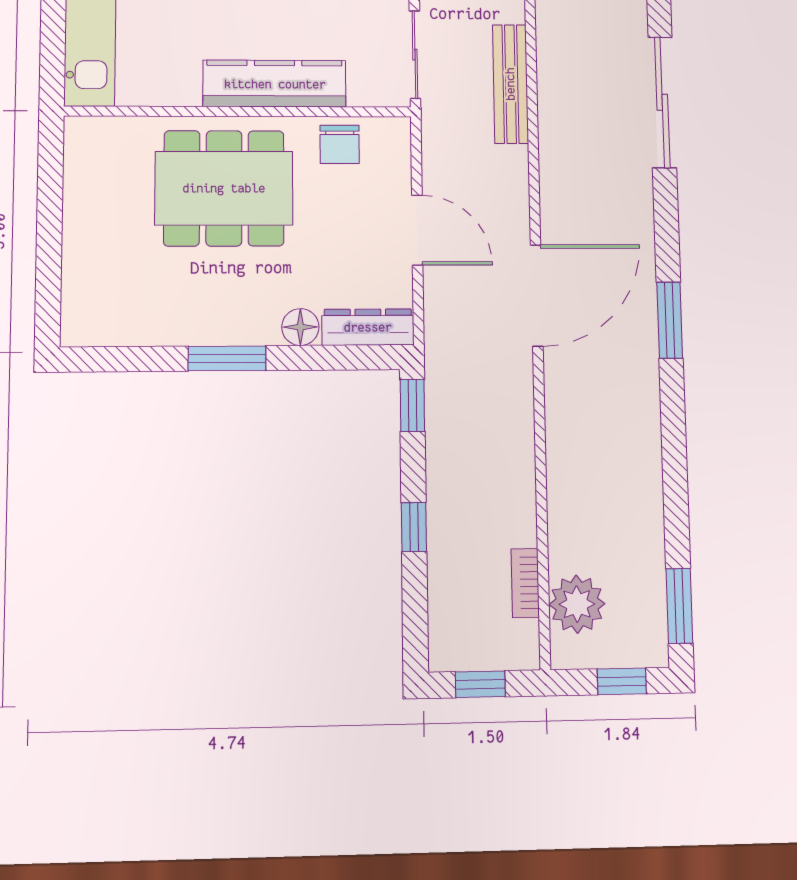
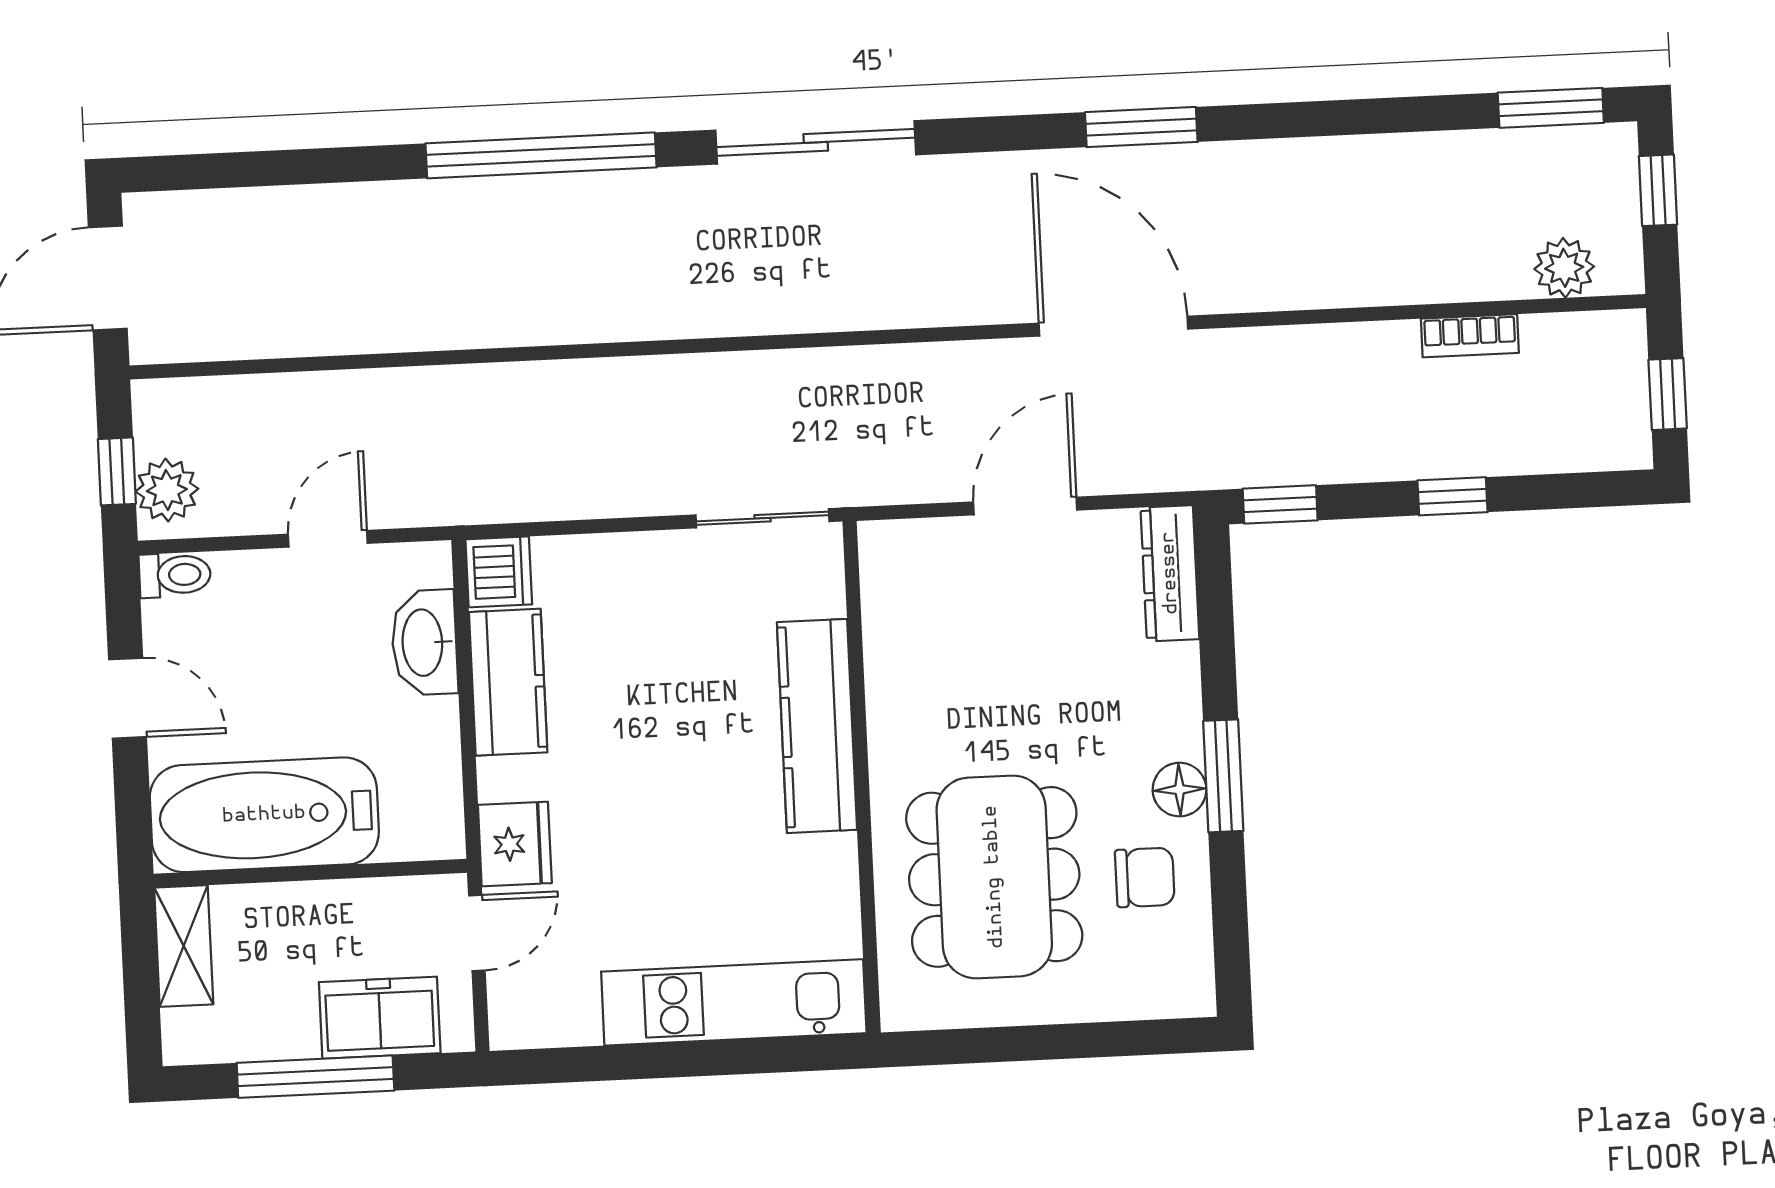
bench: (510, 84) -> (799, 373), removed
chair: (340, 144) -> (1145, 877), moved
dining table: (224, 188) -> (994, 877), moved
floor lamp: (300, 327) -> (1179, 790), moved
bookcase: (525, 583) -> (1470, 336), moved
plant: (577, 604) -> (1564, 268), width x0.73, depth x0.73

